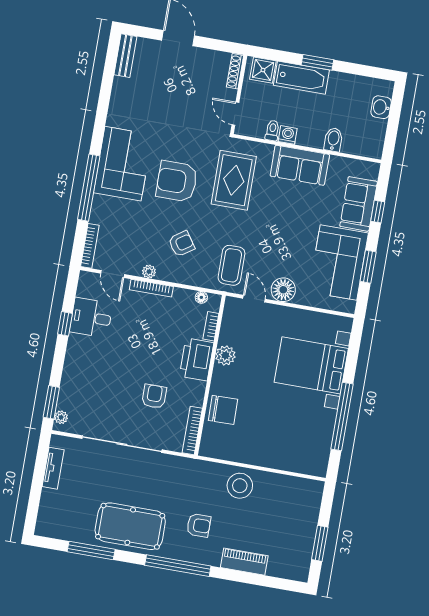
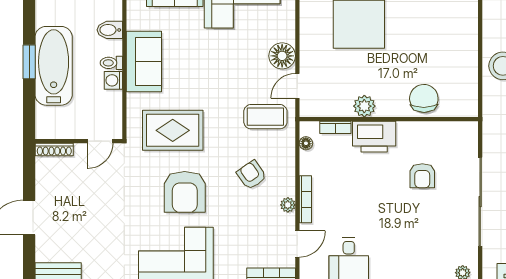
shower: (263, 70) -> (48, 119), removed
bathtub: (301, 78) -> (54, 66), width x1.36, depth x1.36
toilet: (272, 130) -> (111, 63), moved
armchair: (154, 396) -> (422, 176), turned -90
bookcase: (192, 430) -> (452, 128), removed

